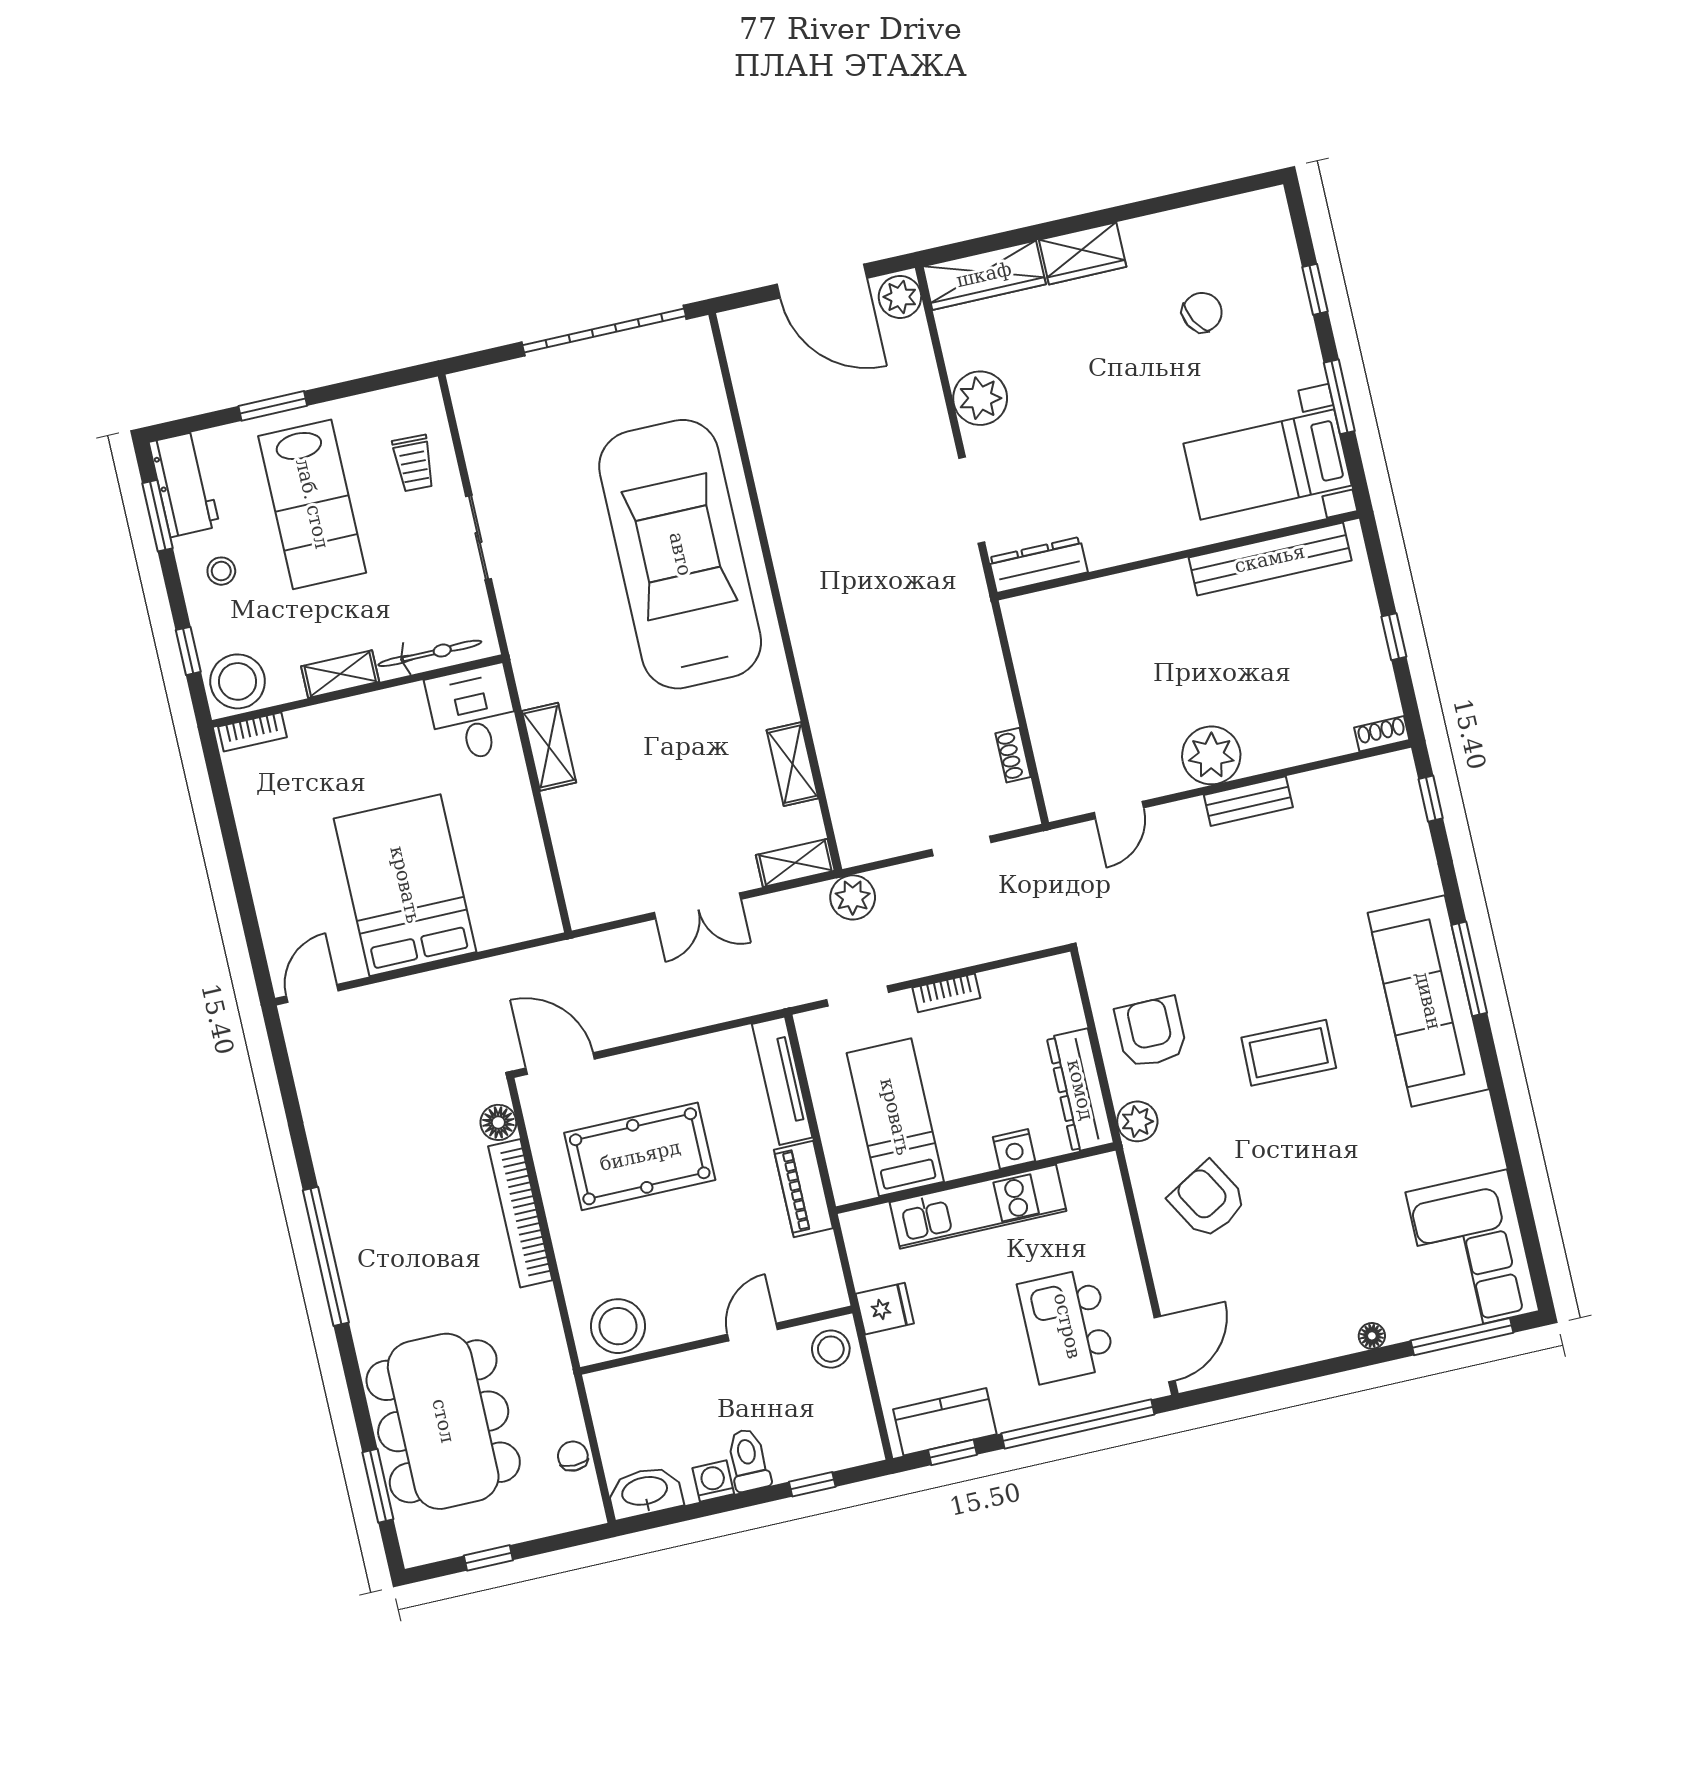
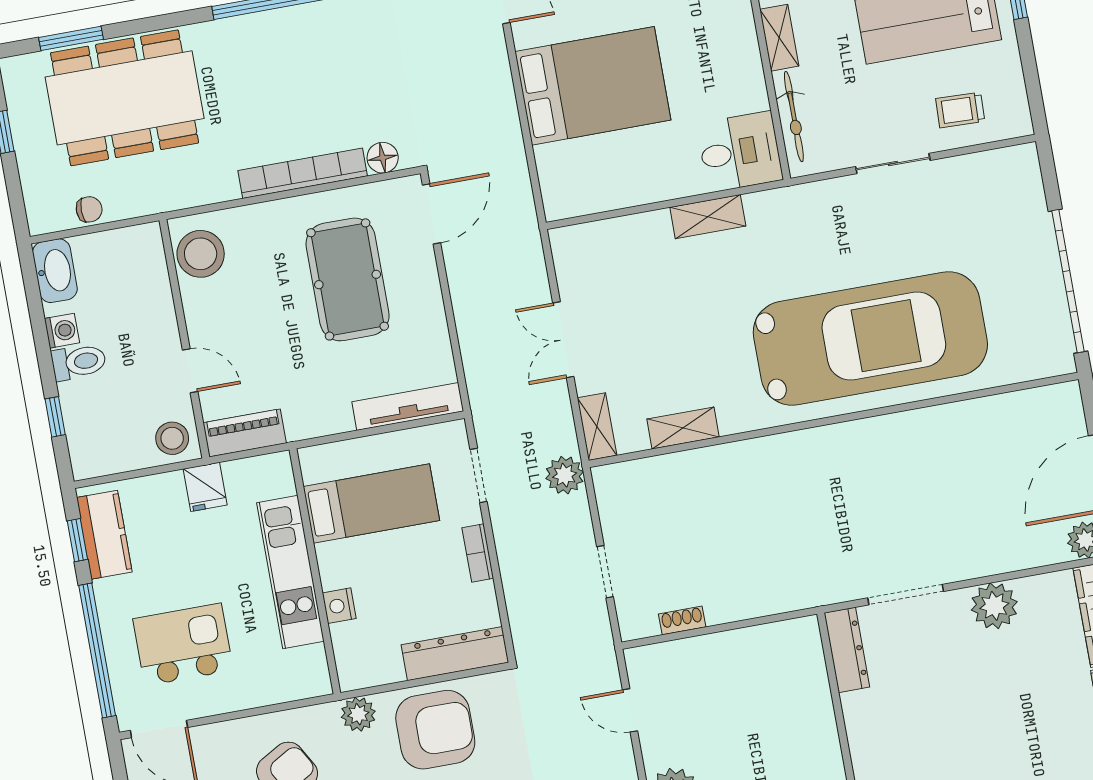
armchair: (1151, 1032) -> (435, 730), width x1.36, depth x1.36
dresser: (1080, 1090) -> (455, 654), moved
piano: (803, 1189) -> (245, 433), moved

